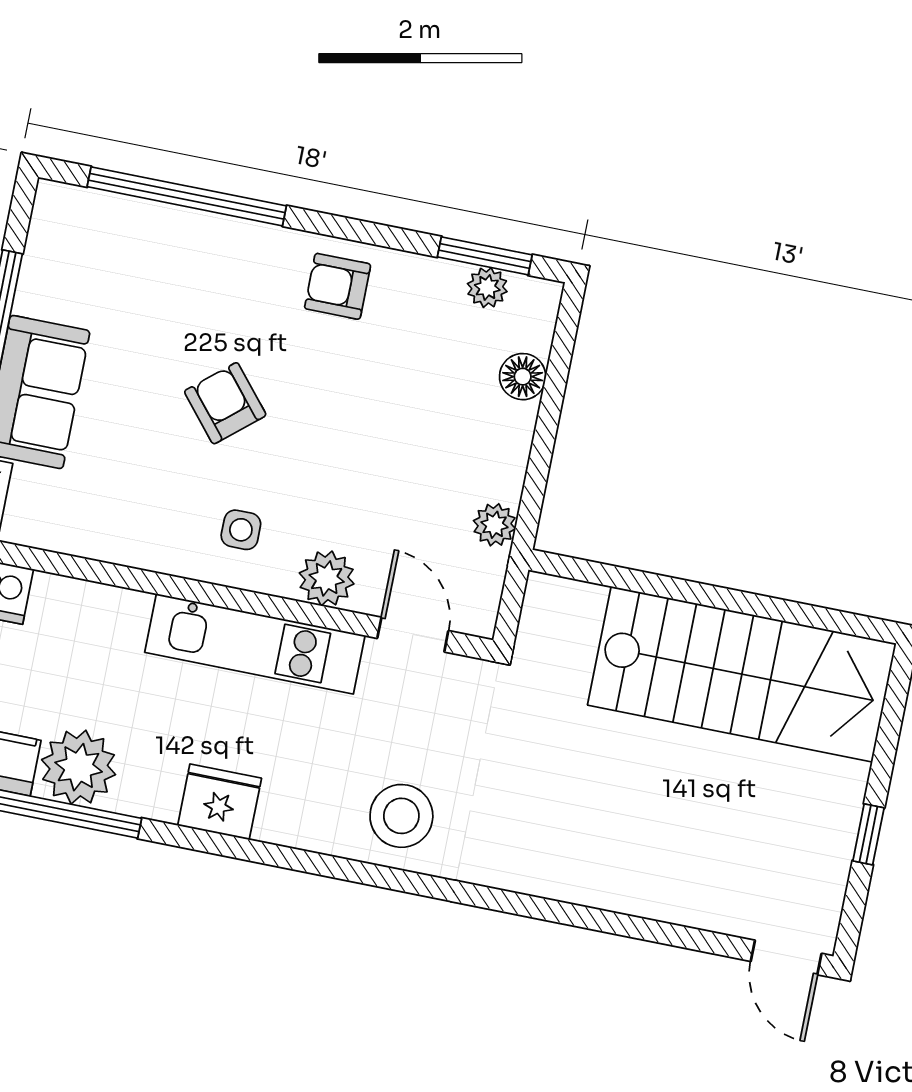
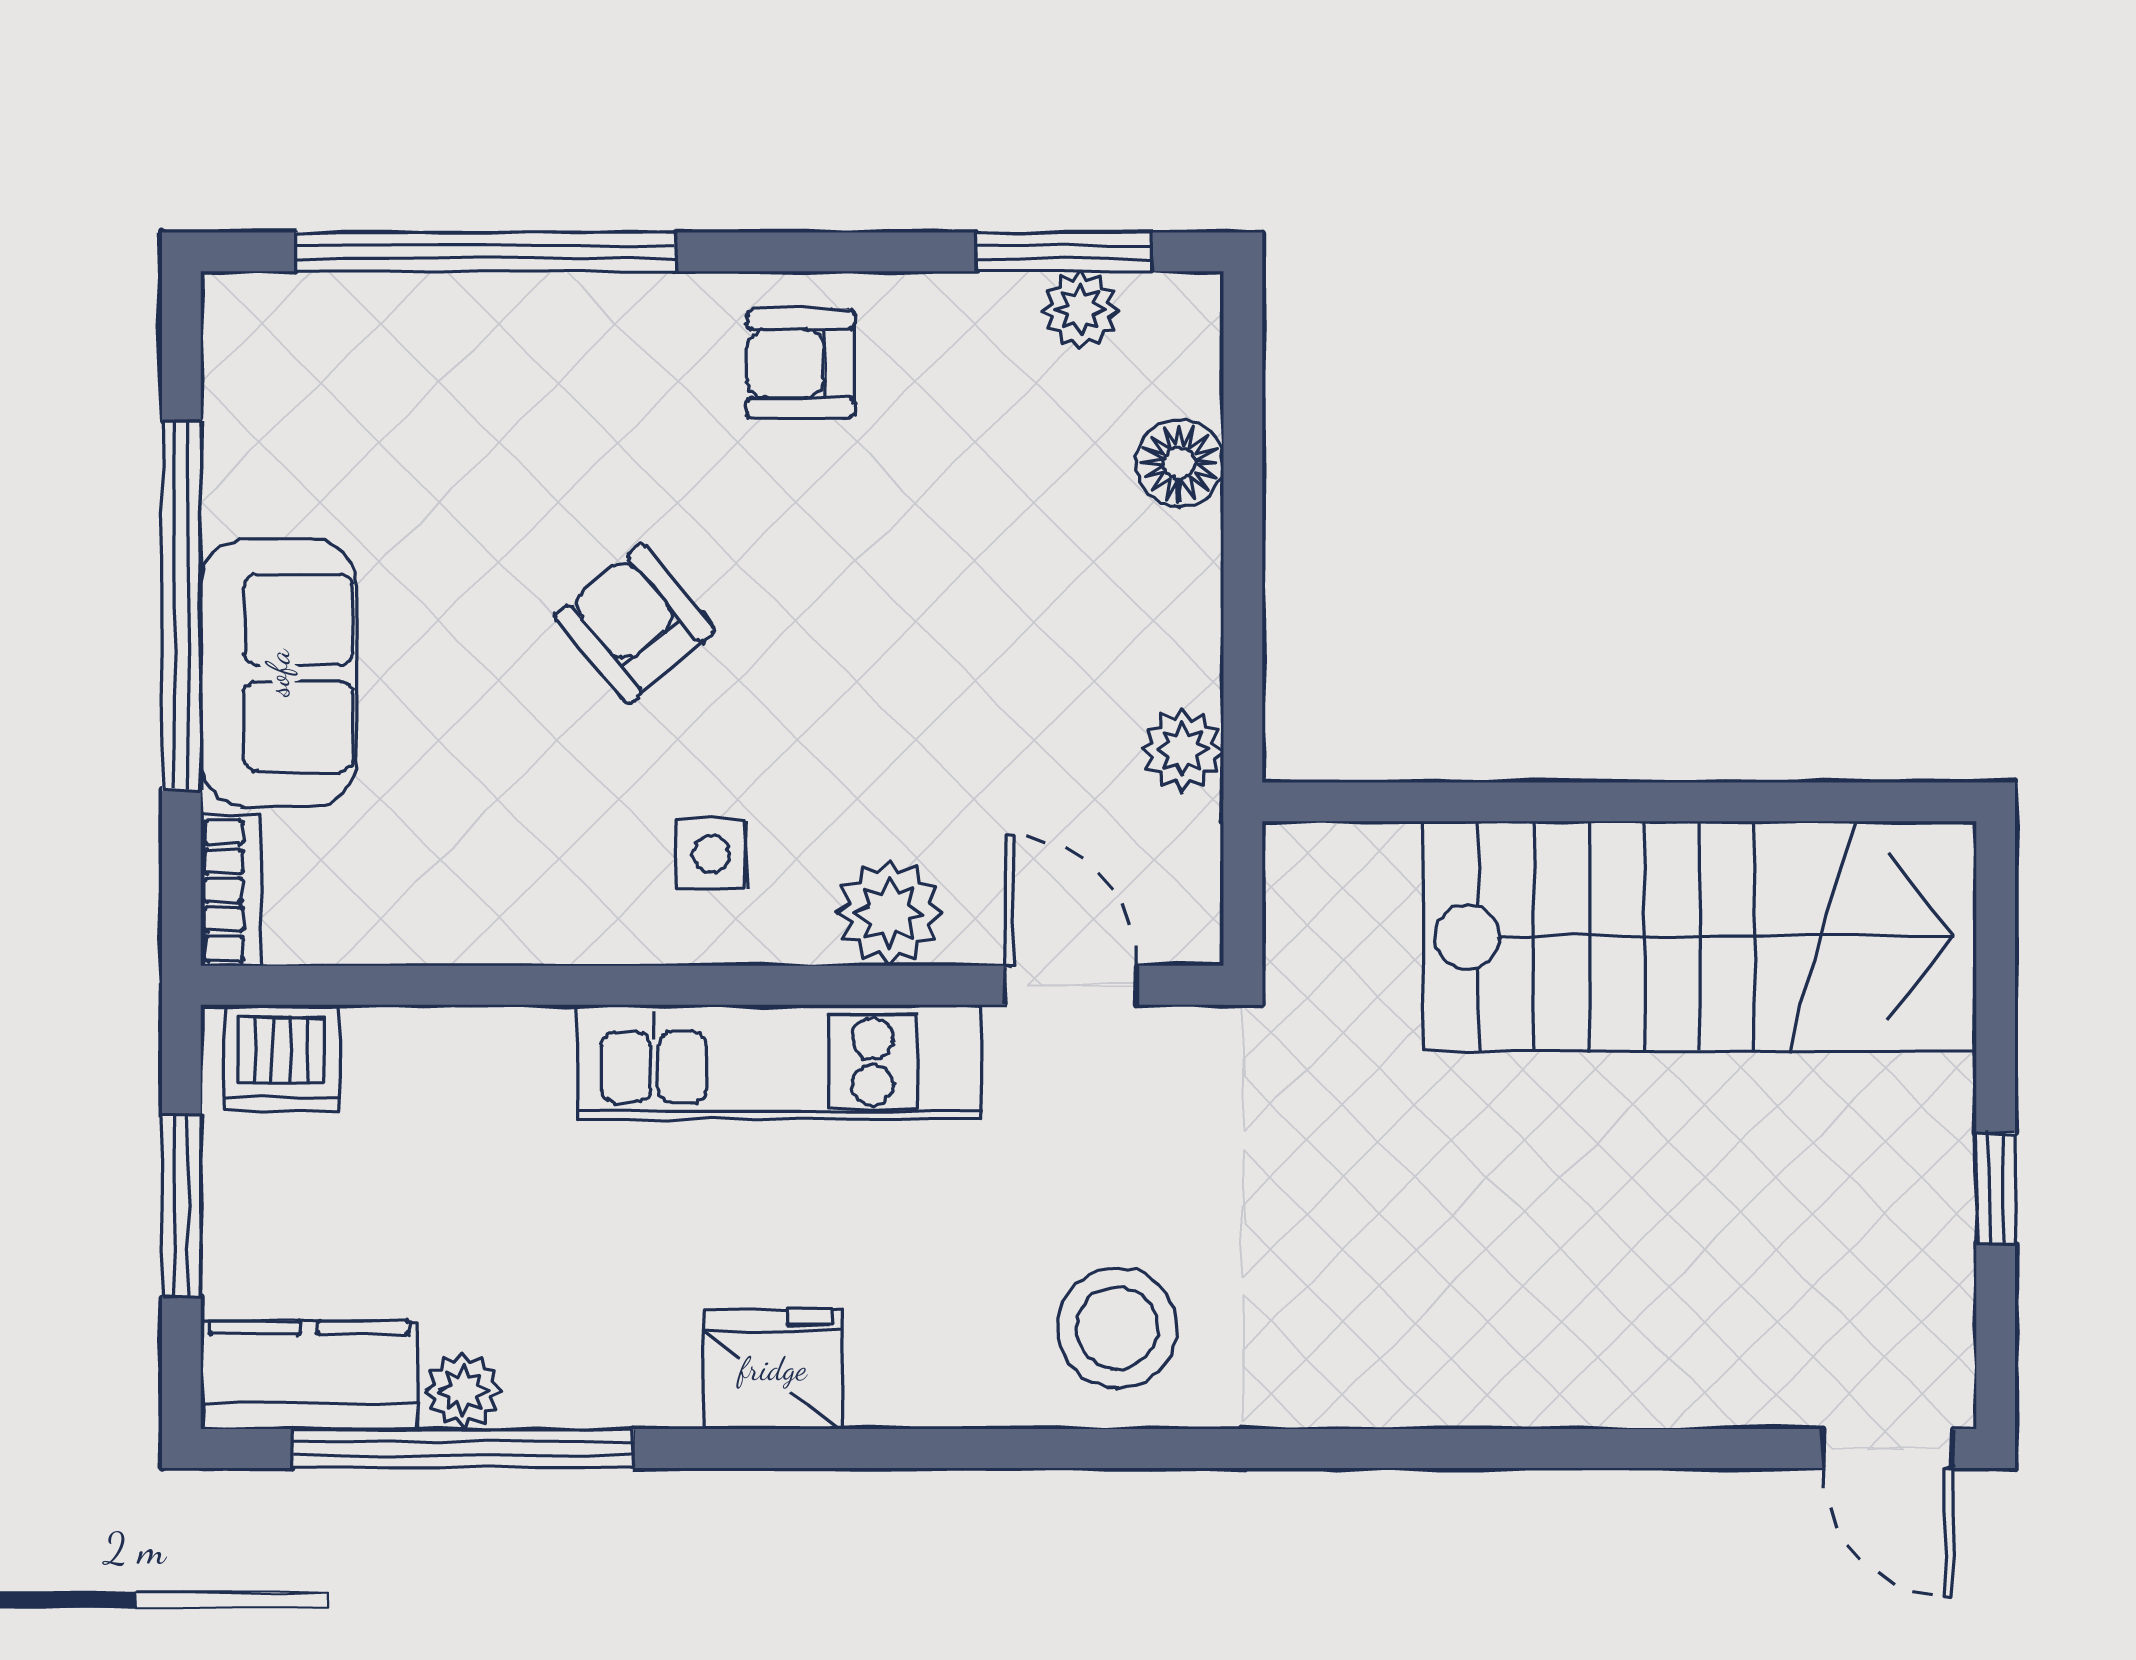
plant: (79, 767) -> (463, 1391), width x0.53, depth x0.53

